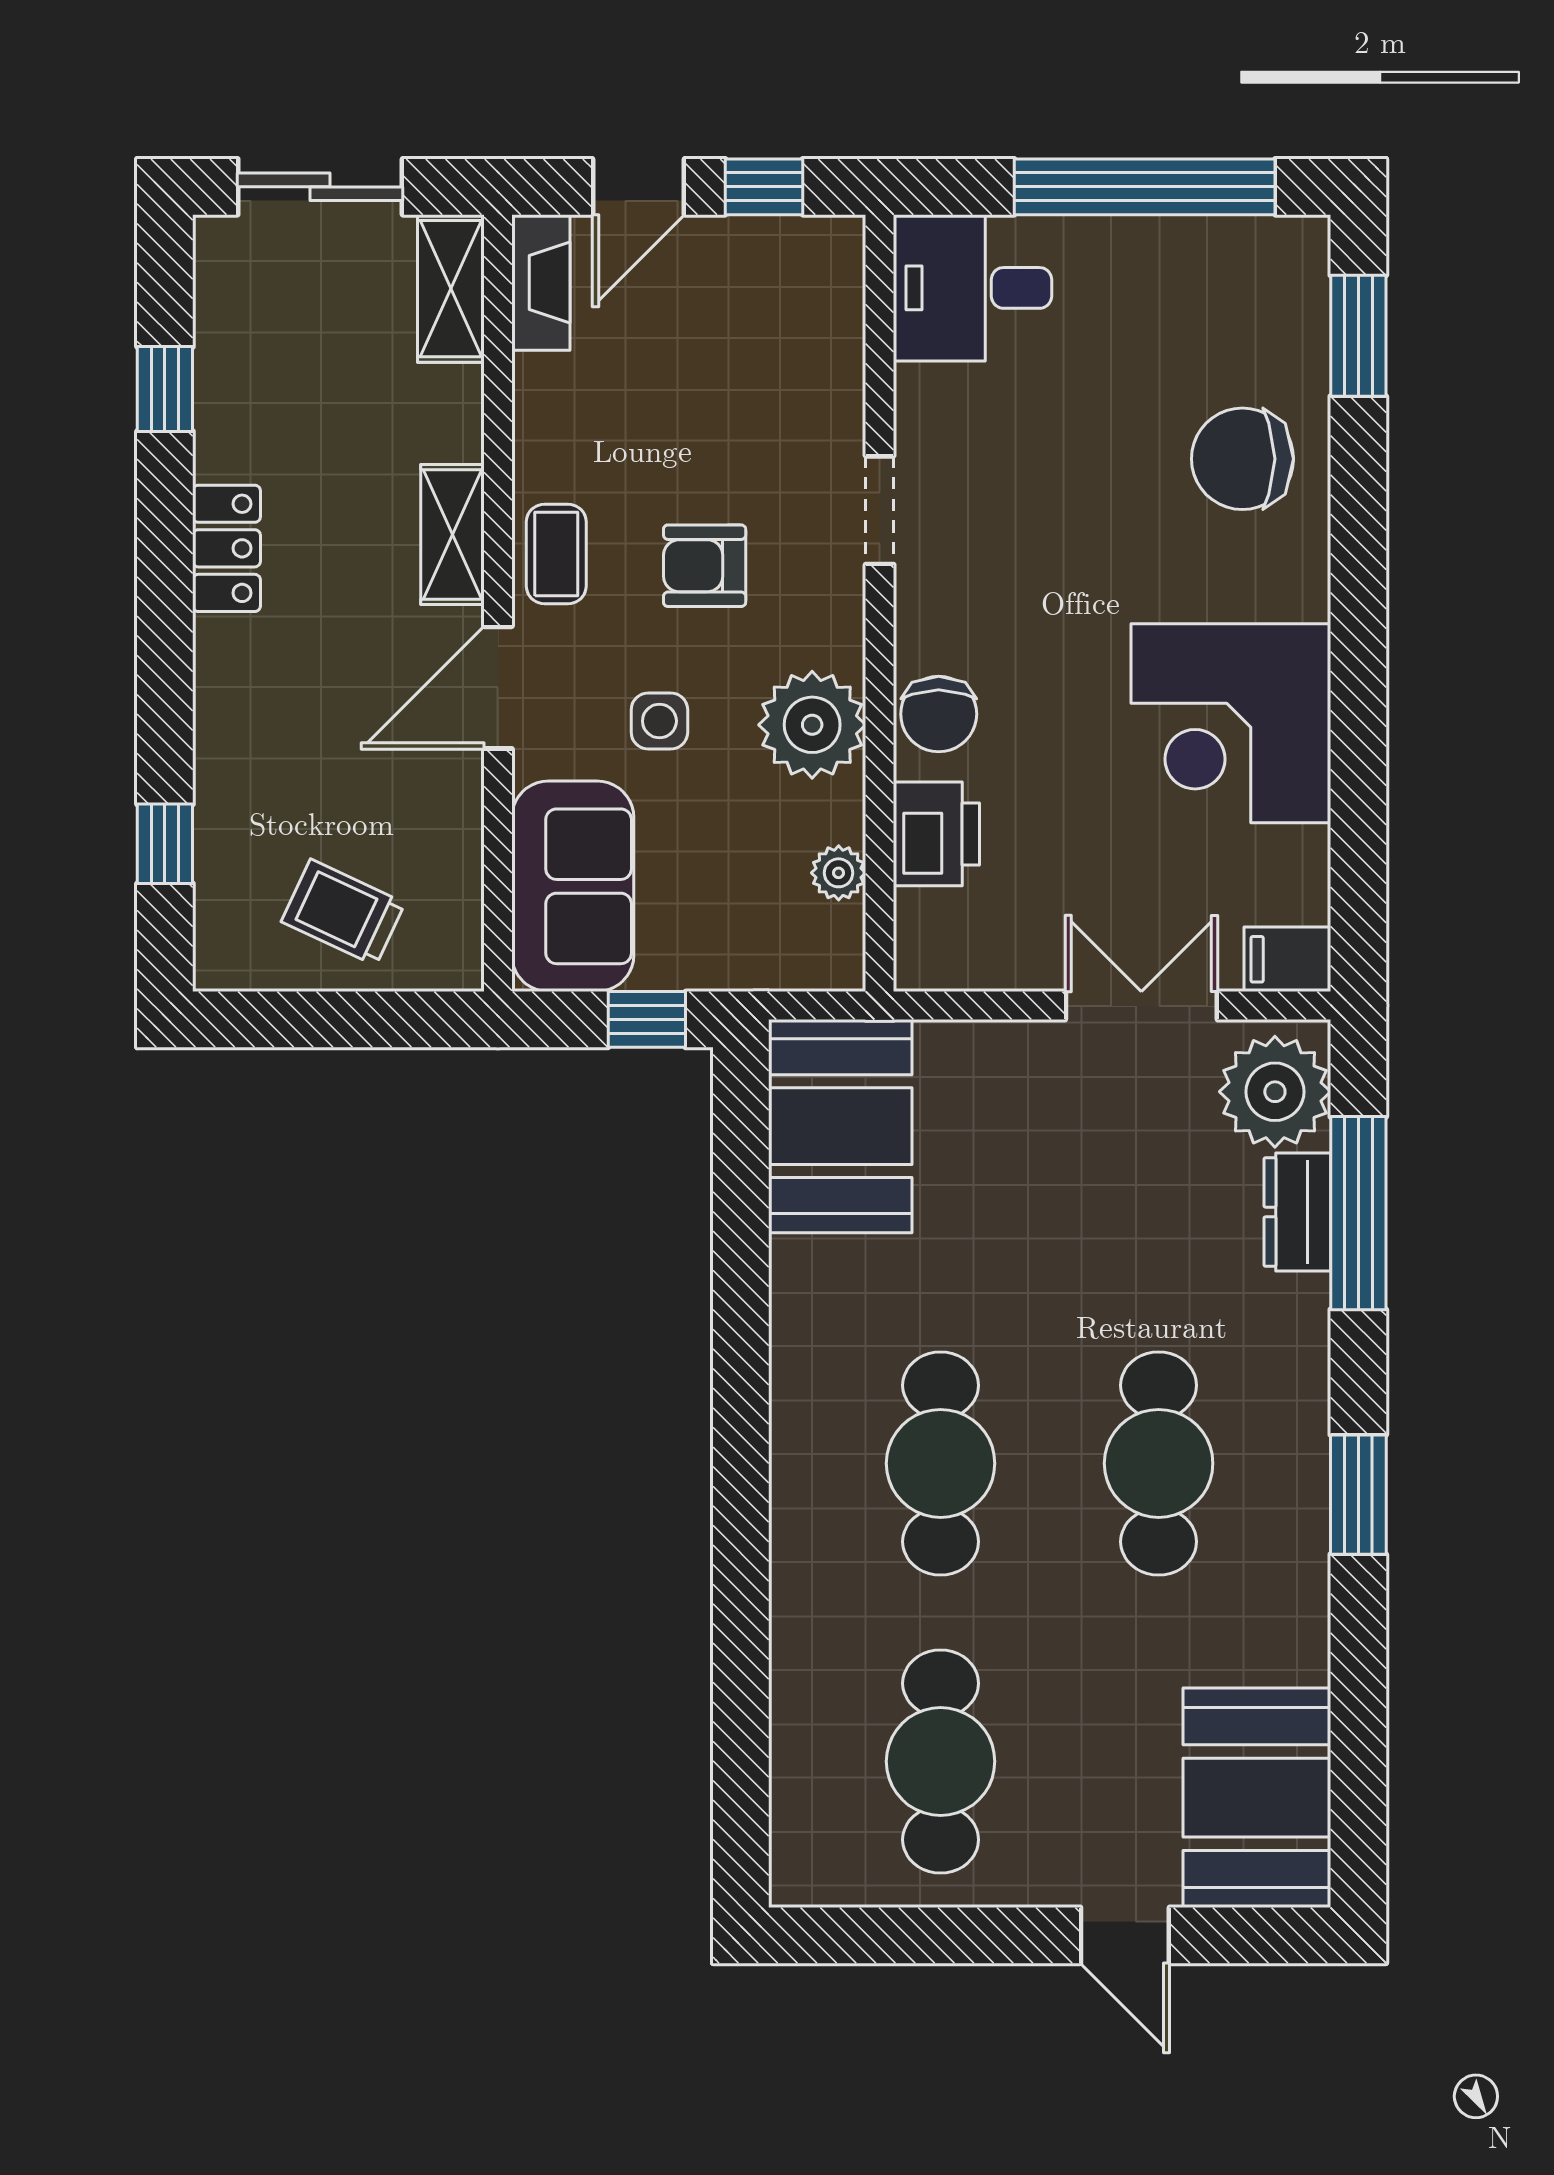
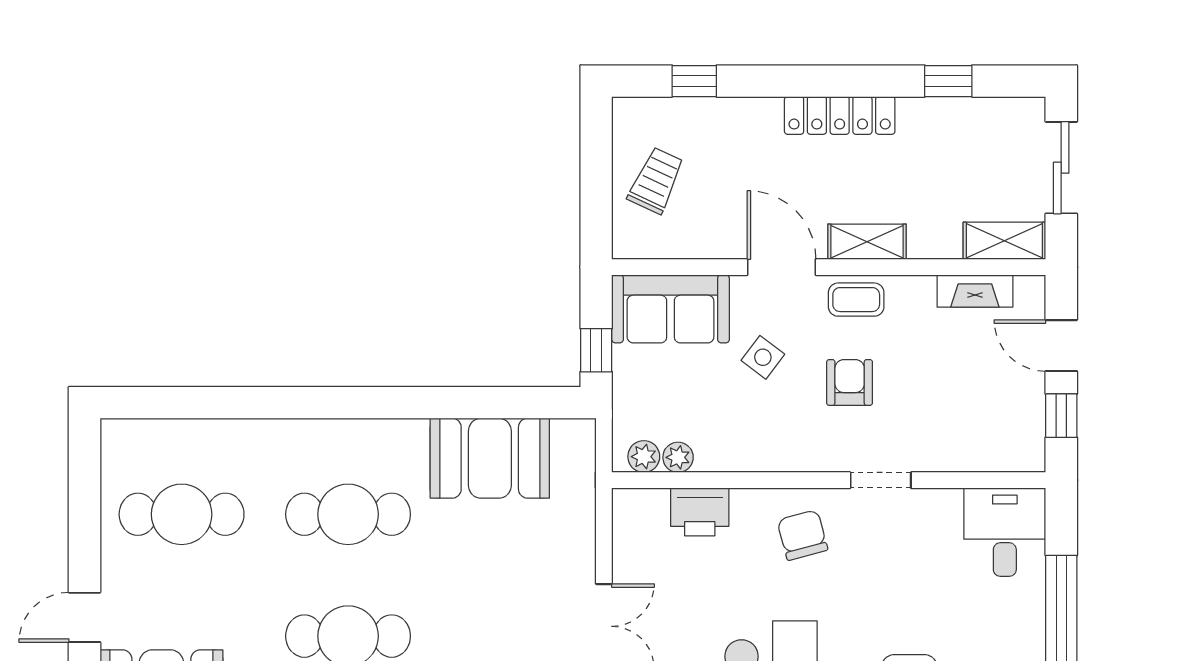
fireplace: (541, 282) -> (975, 291), moved
locker: (226, 548) -> (840, 115), width x1.53
chair: (939, 714) -> (802, 535), moved, turned 75
side table: (659, 721) -> (763, 357), turned 37
plant: (812, 725) -> (644, 457), moved, width x0.53, depth x0.53
booth: (840, 1126) -> (490, 458), moved

